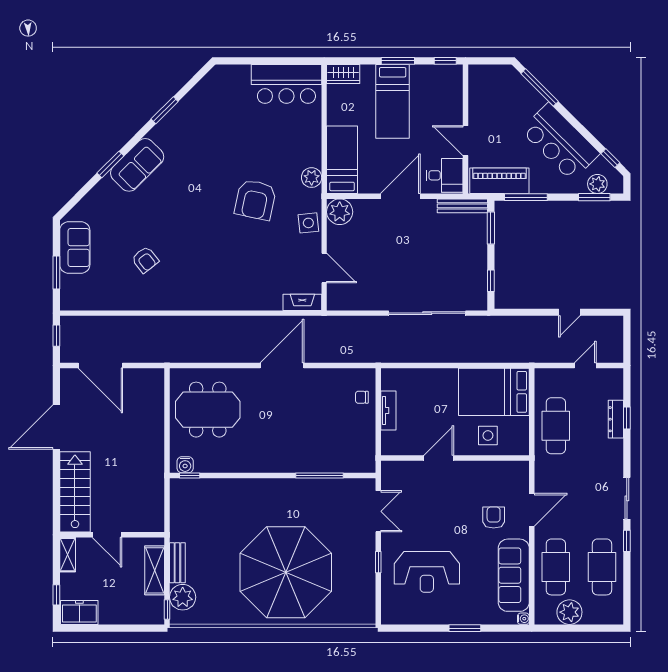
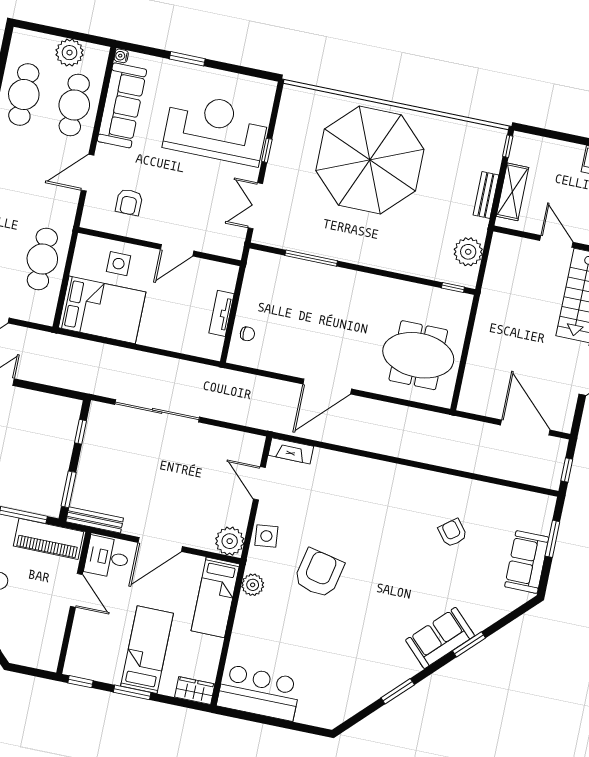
water cooler: (185, 465) -> (455, 300), removed
armchair: (494, 518) -> (129, 202), moved
reception desk: (427, 572) -> (216, 129), width x1.36, depth x1.30
plant: (183, 597) -> (468, 252), moved

